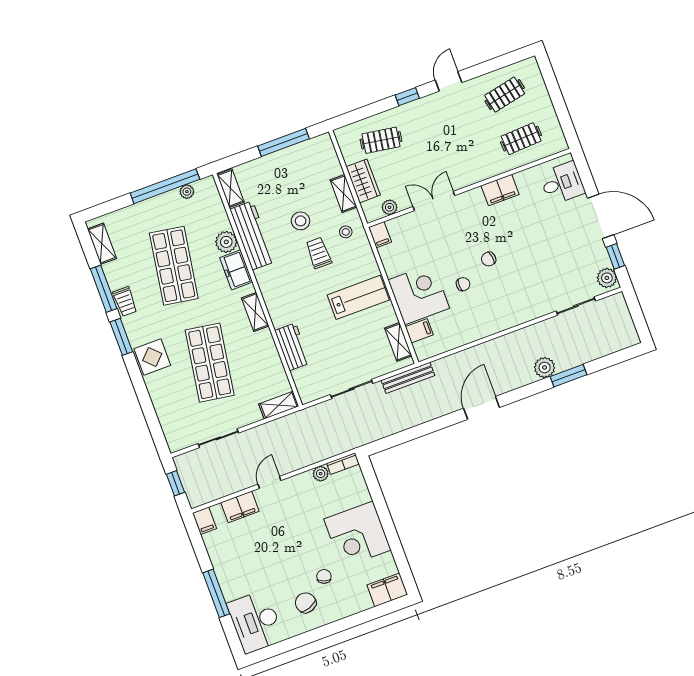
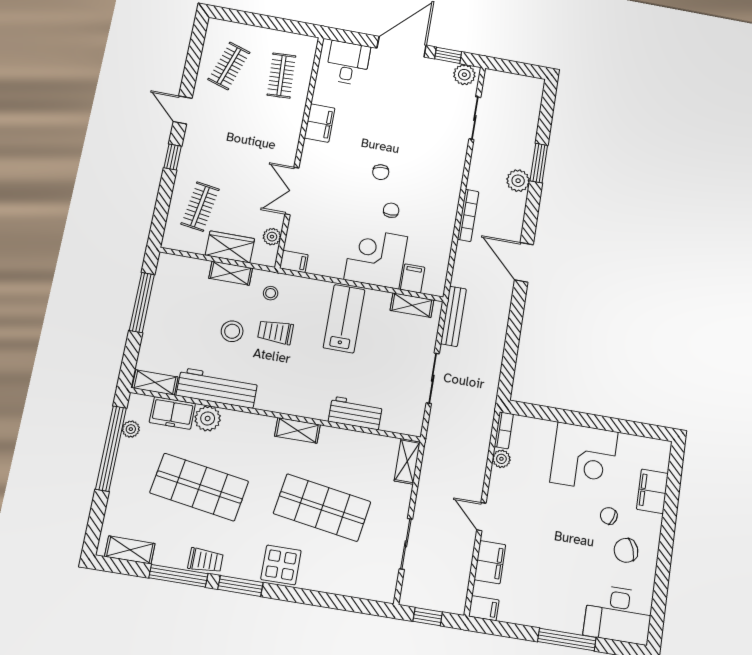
clothes rail: (505, 95) -> (229, 66), turned 30
freezer: (236, 270) -> (172, 413), moved
bookcase: (494, 345) -> (468, 215), added
filing cabinet: (387, 590) -> (652, 491), moved

